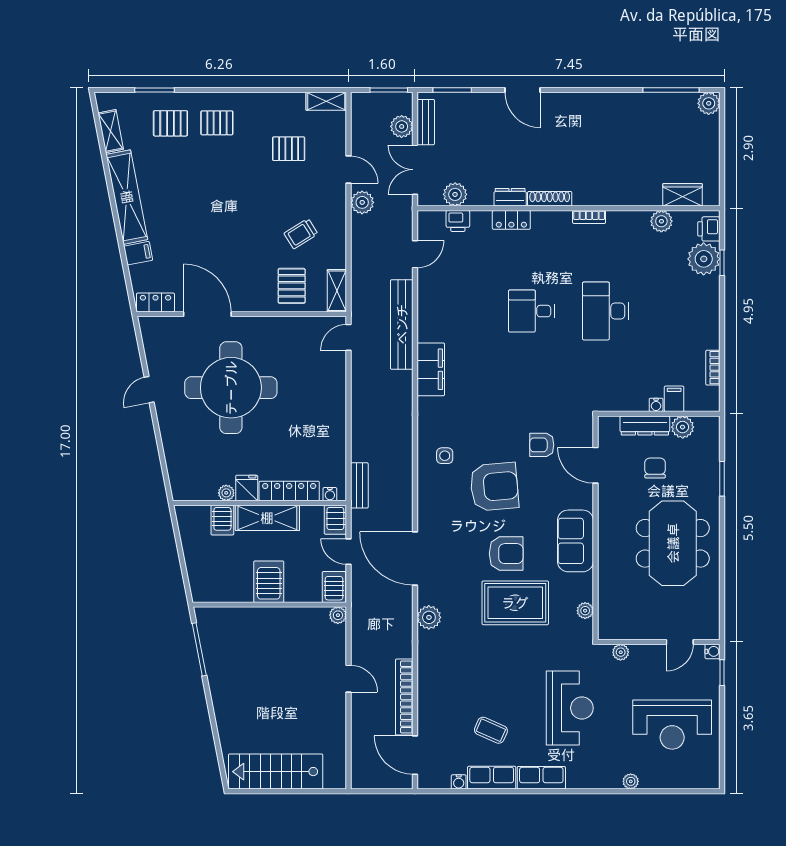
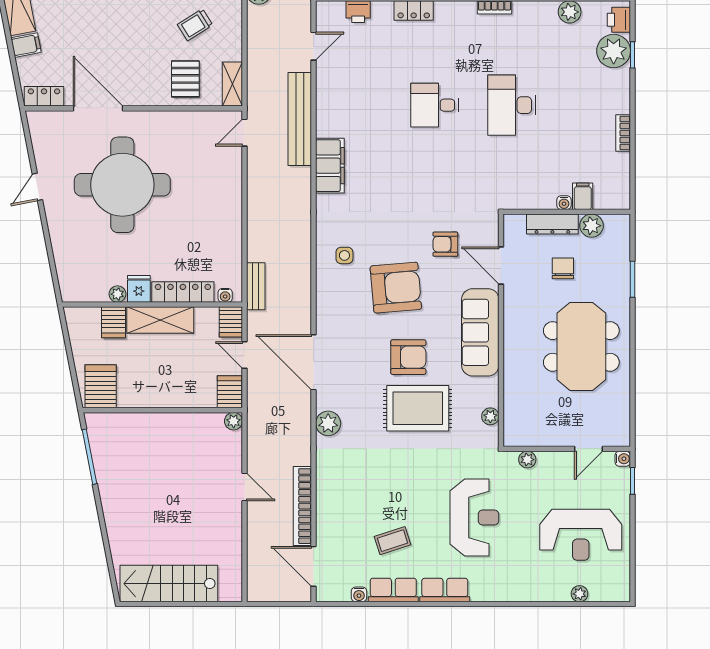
bookcase: (713, 368) -> (623, 133), moved
sofa: (575, 541) -> (480, 332), width x1.36
server rack: (269, 582) -> (101, 386), moved
coffee table: (491, 730) -> (392, 541), turned -42
plant: (631, 781) -> (580, 594), moved

